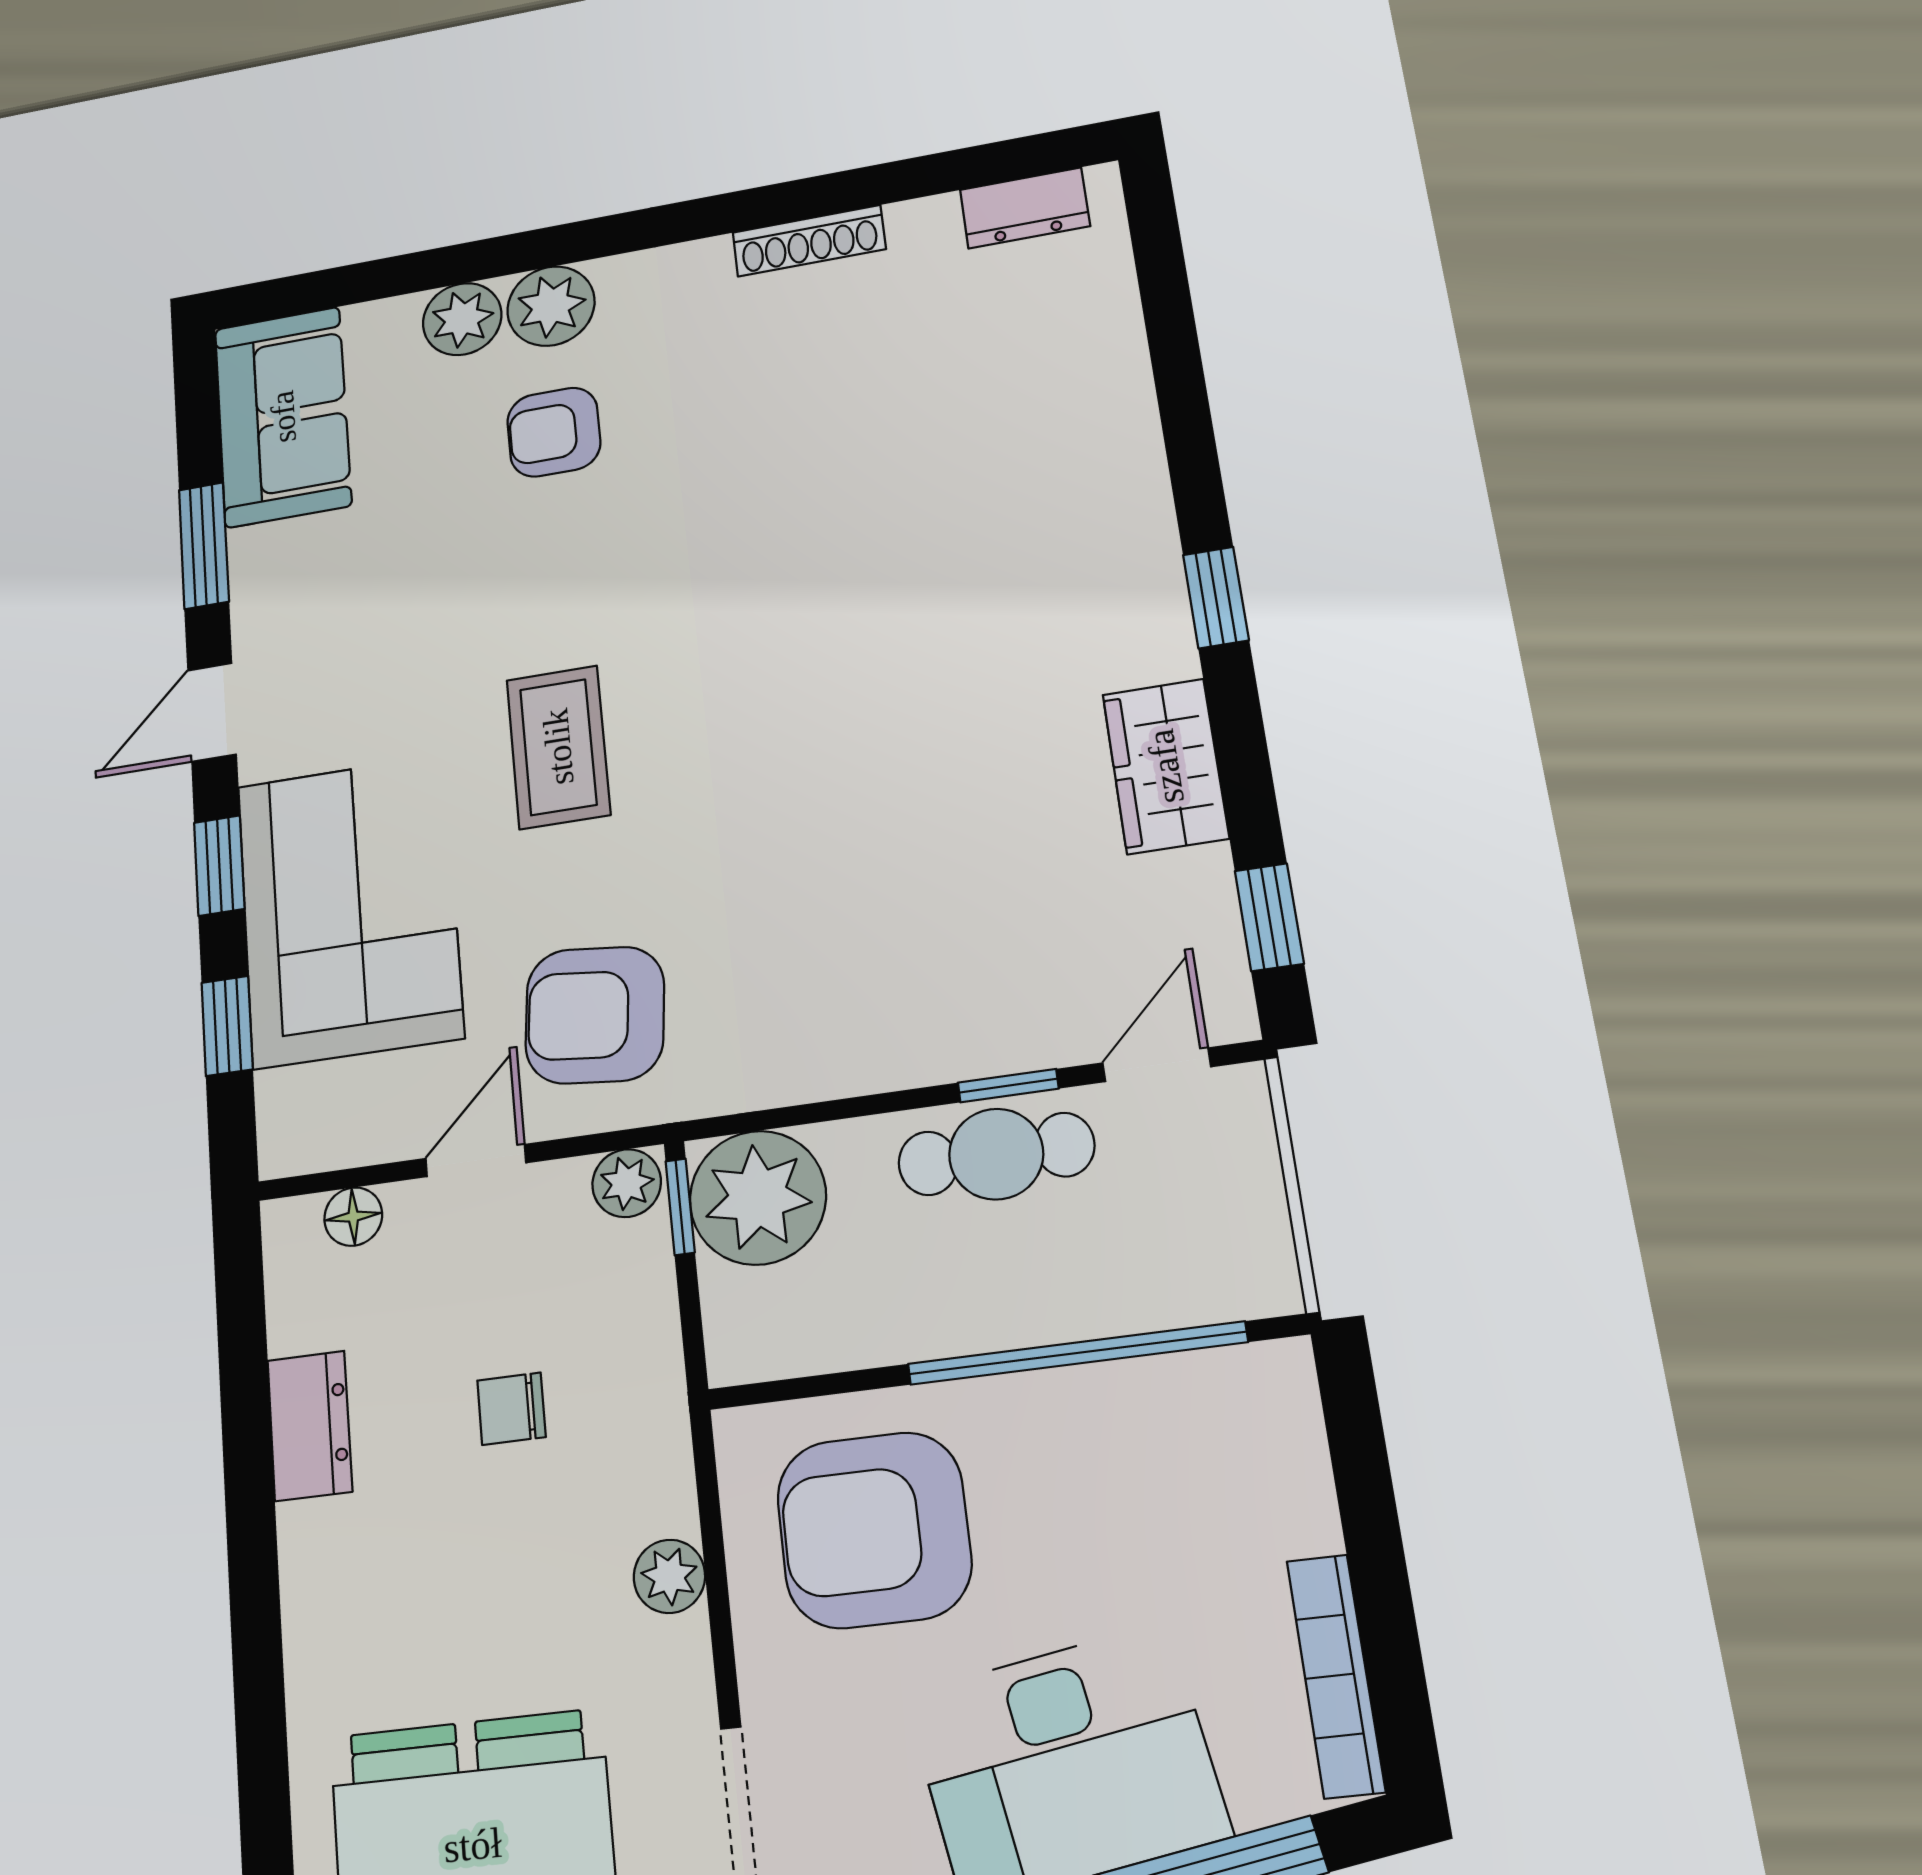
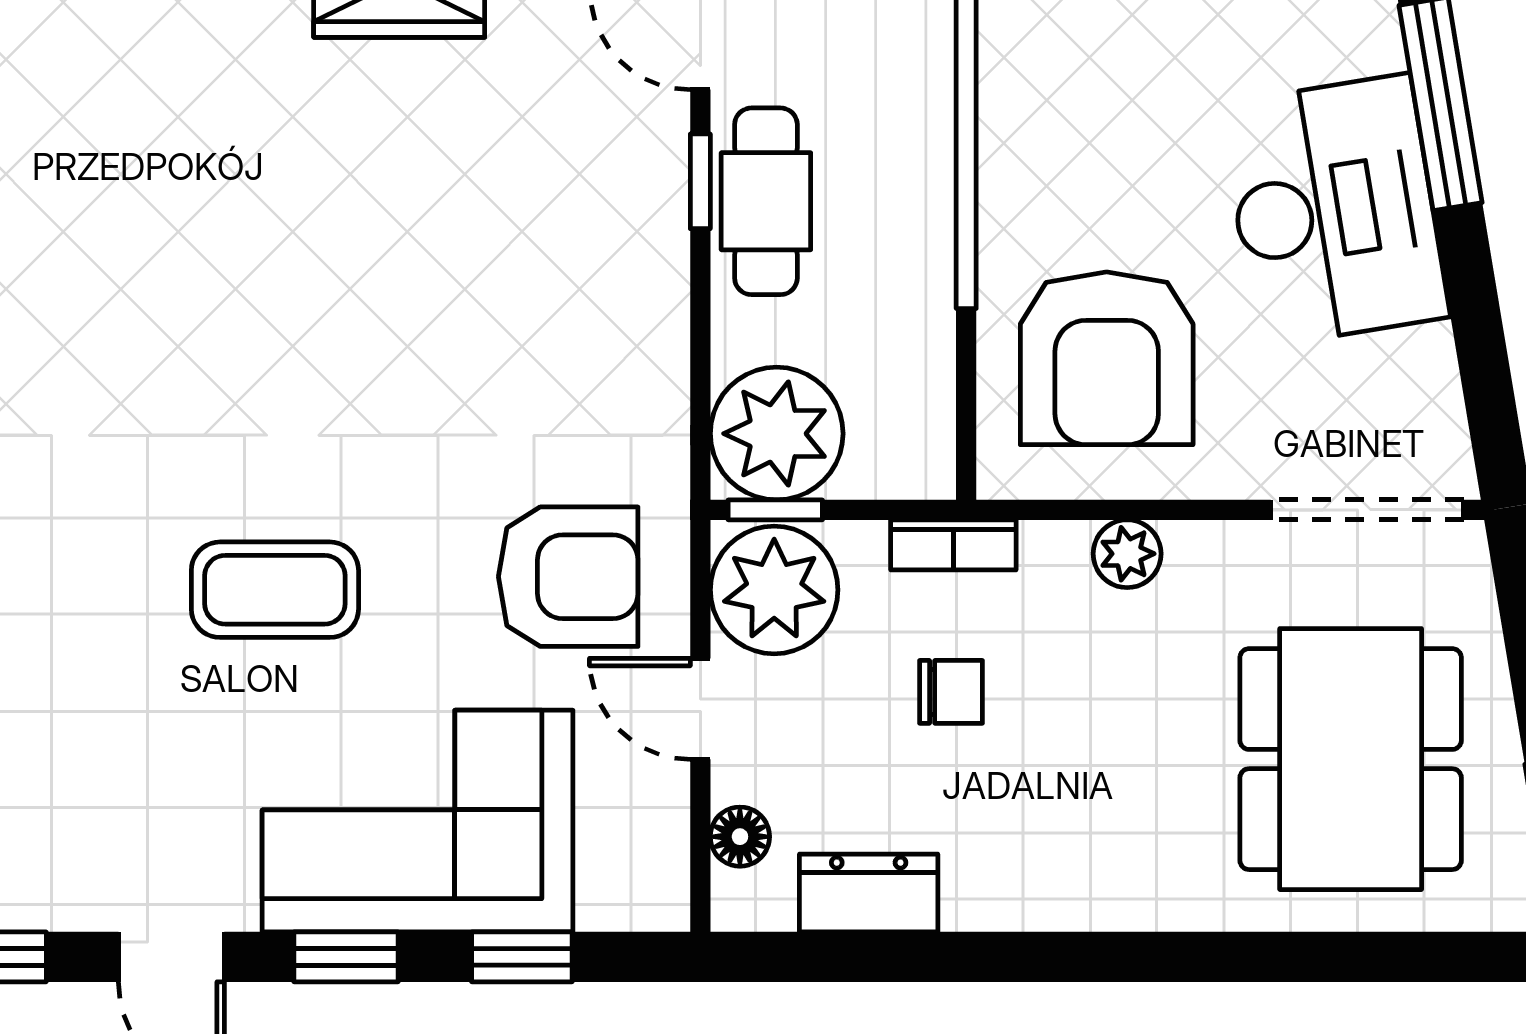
armchair: (595, 1015) -> (568, 577), turned -96
plant: (627, 1183) -> (774, 590), width x1.88, depth x1.88
bookcase: (662, 1392) -> (953, 545), added
chair: (511, 1409) -> (951, 692), turned -90
dresser: (310, 1426) -> (869, 893), moved

